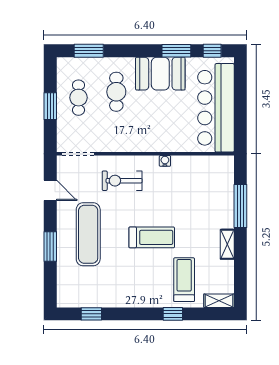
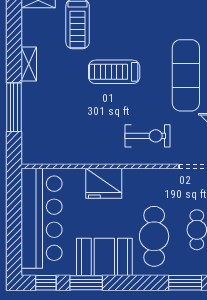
cafe table: (116, 92) -> (154, 236), width x1.37, depth x1.35
fridge: (161, 139) -> (104, 183), added
water cooler: (165, 161) -> (99, 158), removed

